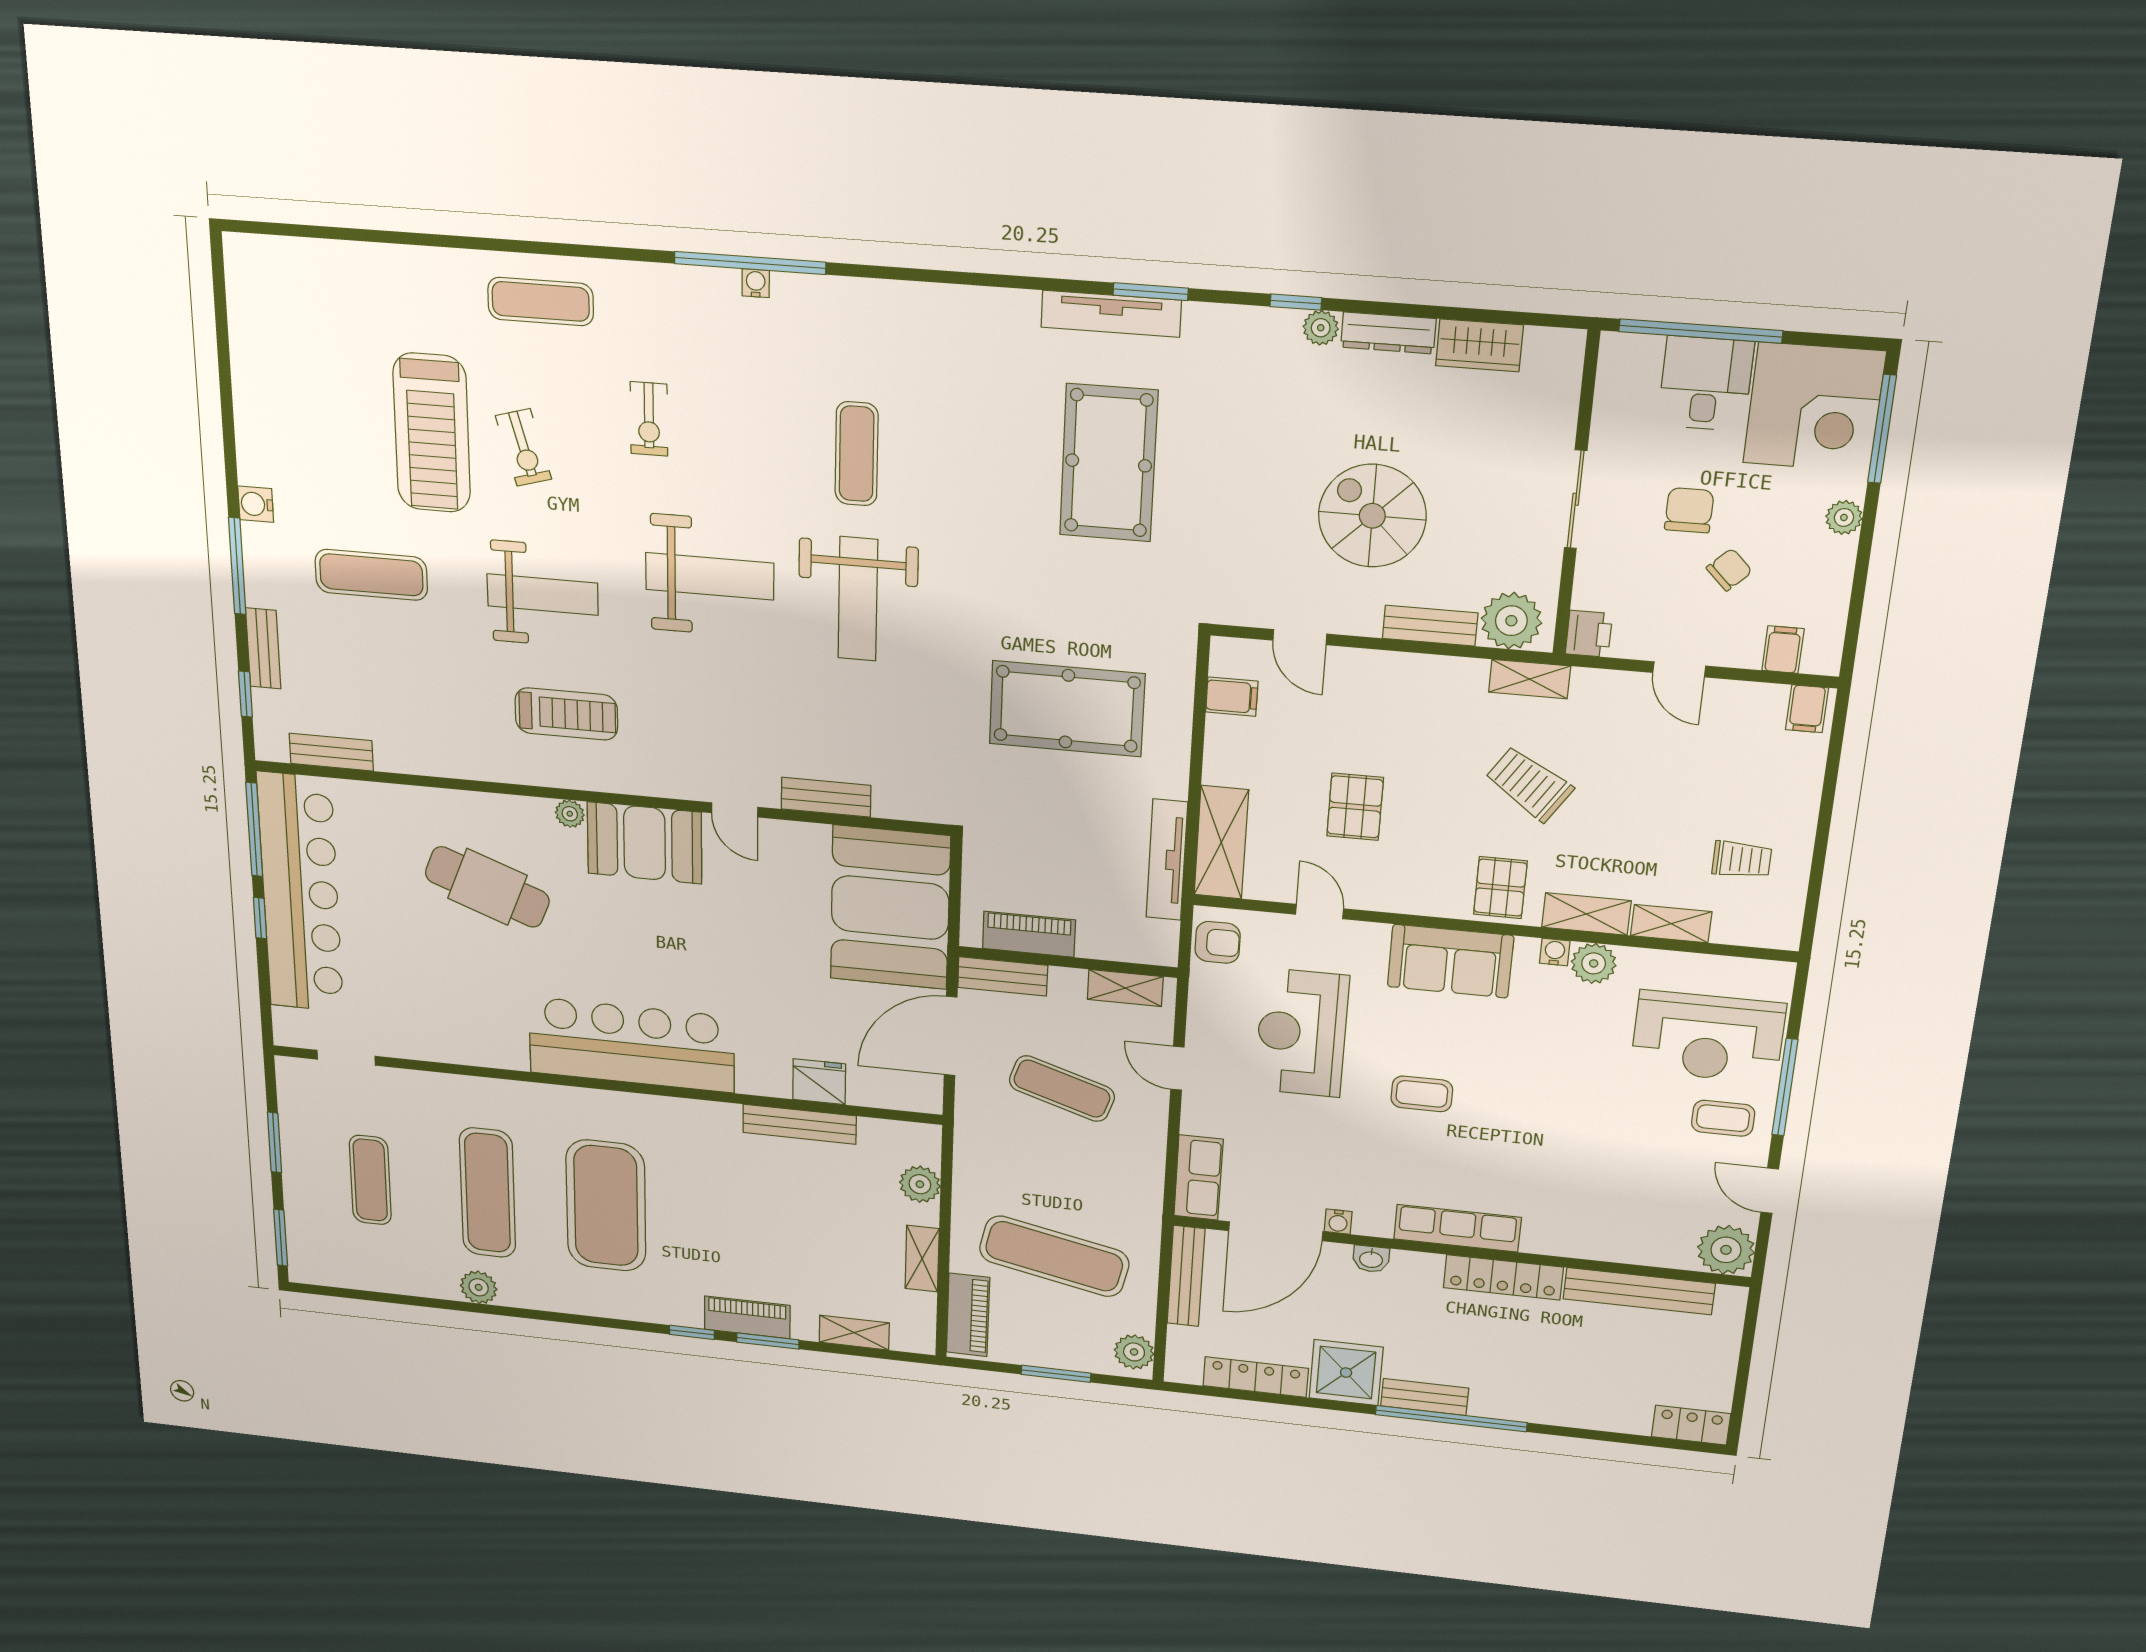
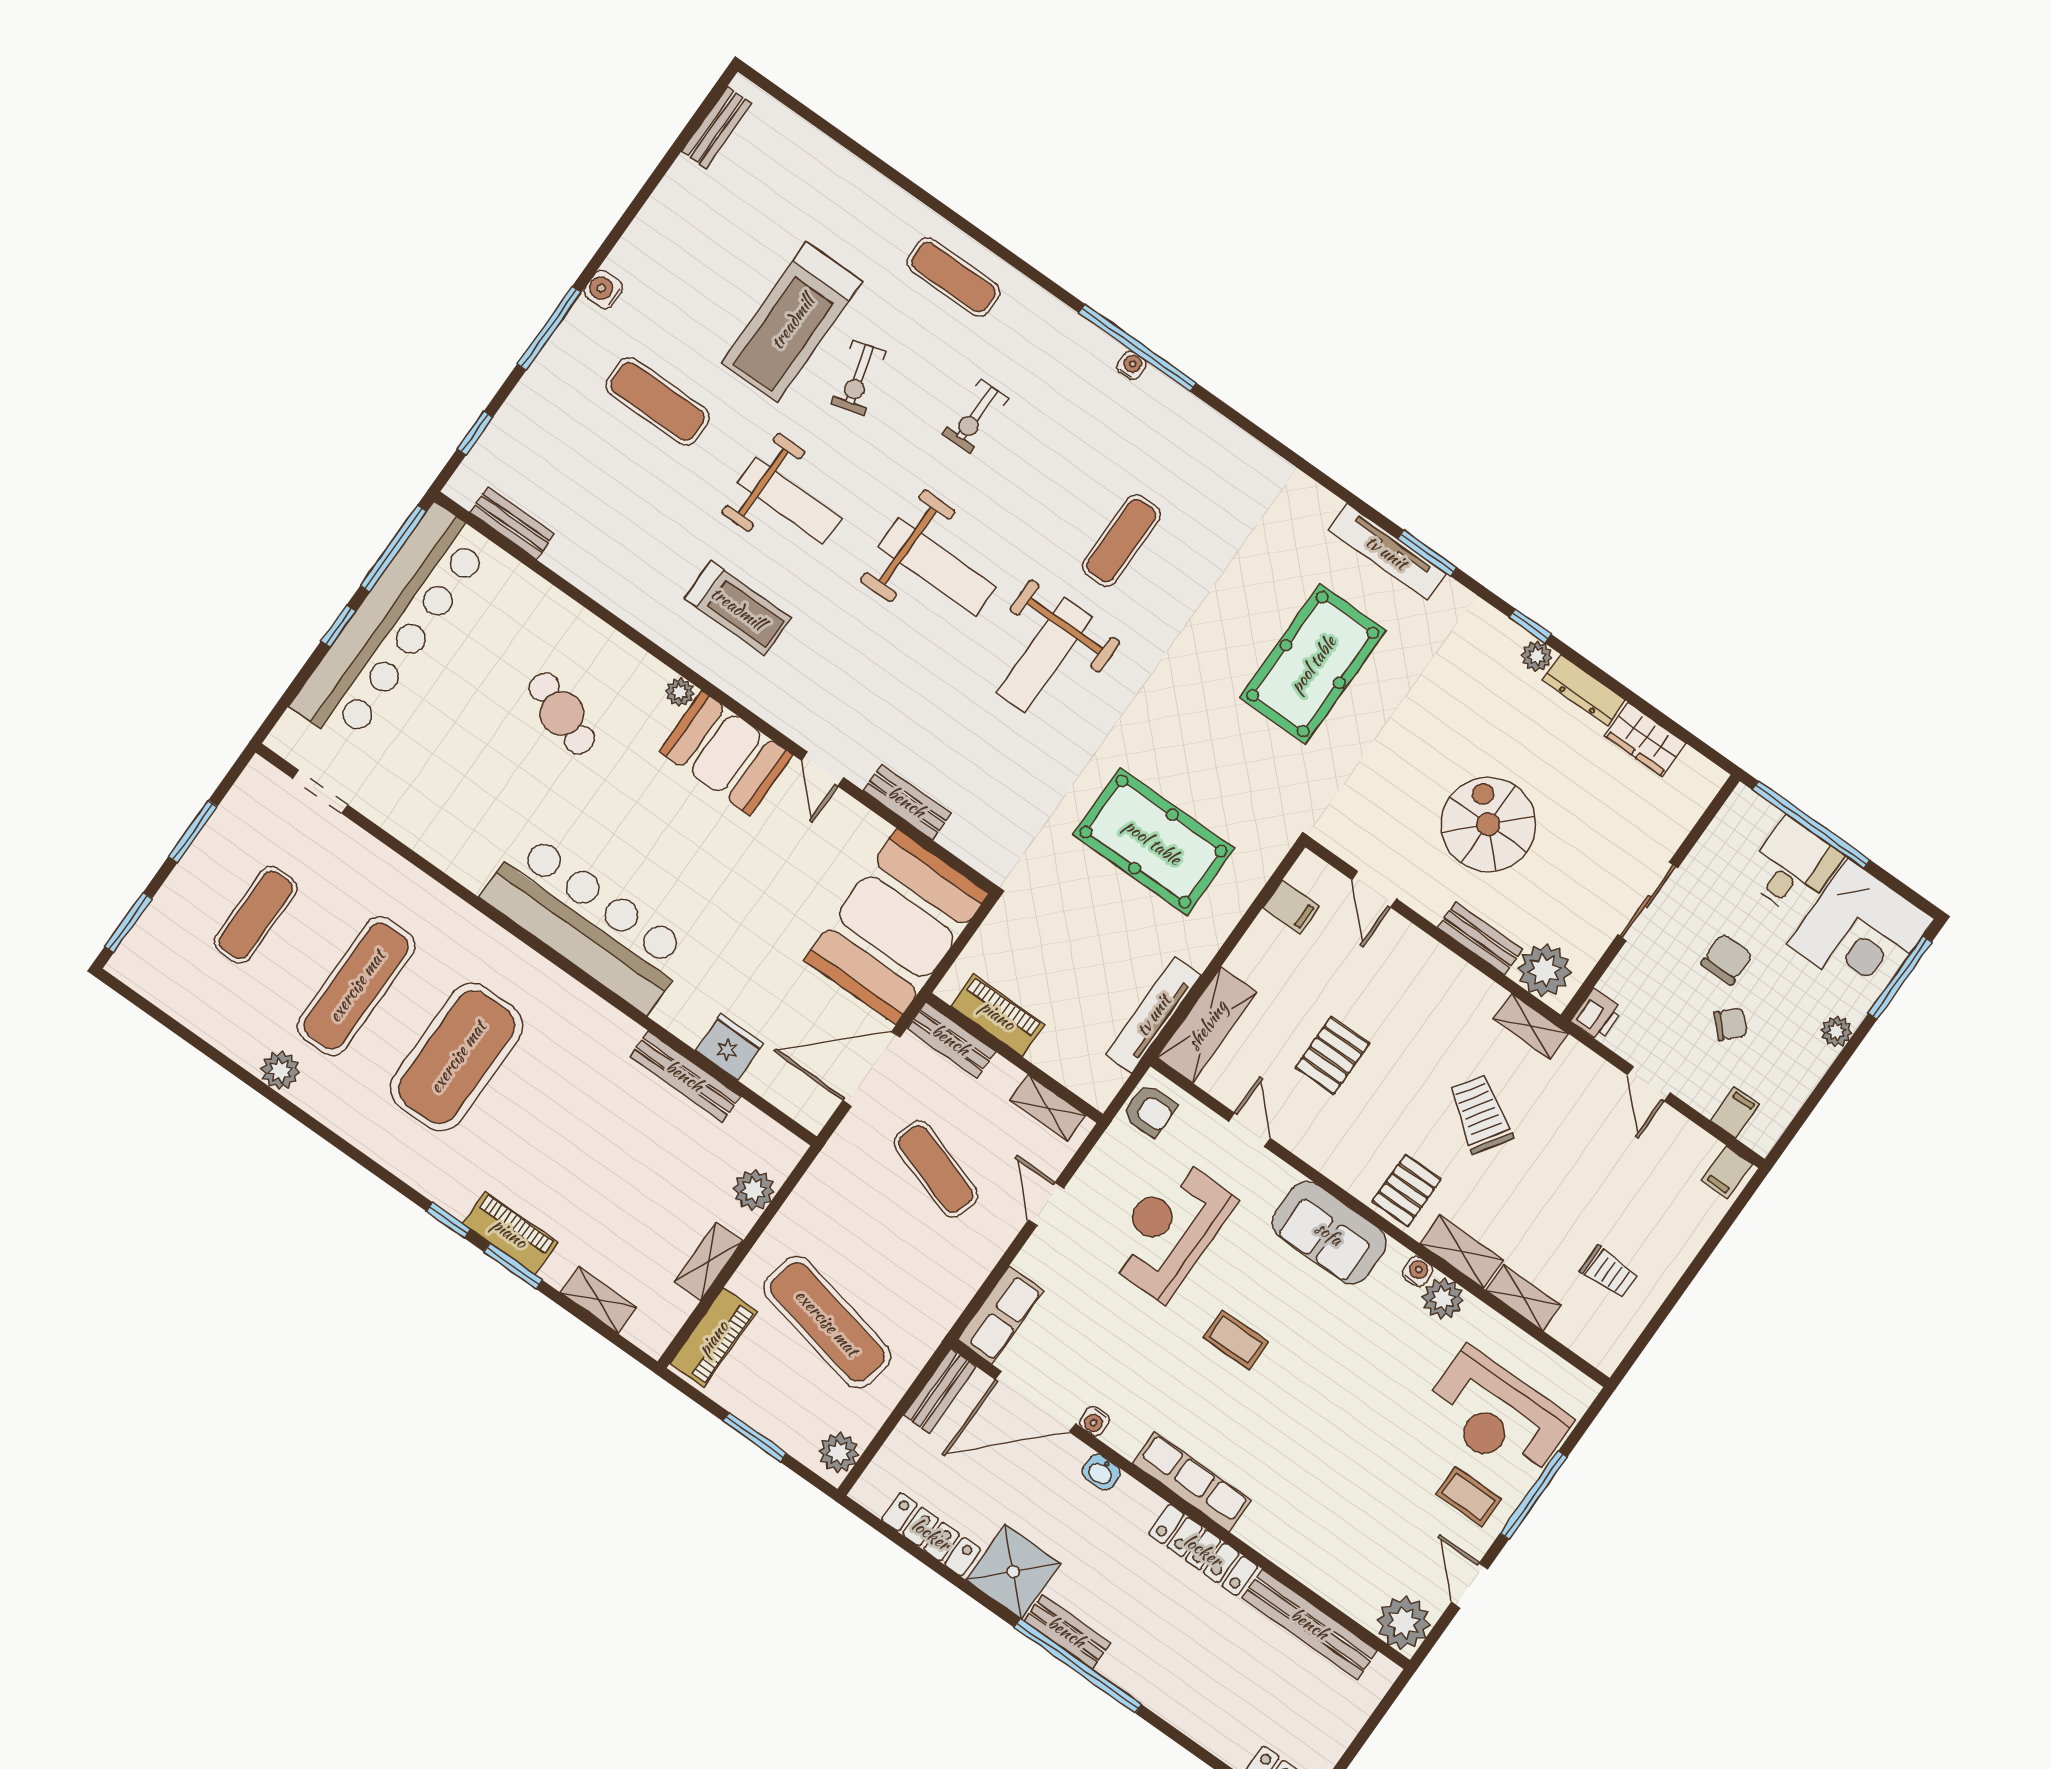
bench: (263, 648) -> (717, 128), moved
cafe table: (487, 887) -> (562, 713), width x0.73, depth x0.74
bench: (1186, 1276) -> (940, 1391), width x0.73

